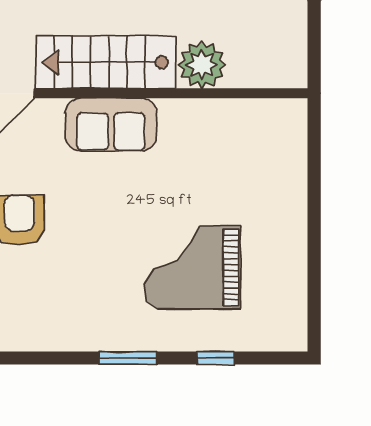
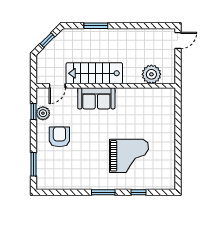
plant: (202, 65) -> (151, 74), moved
grand piano: (192, 267) -> (129, 156), turned 180

